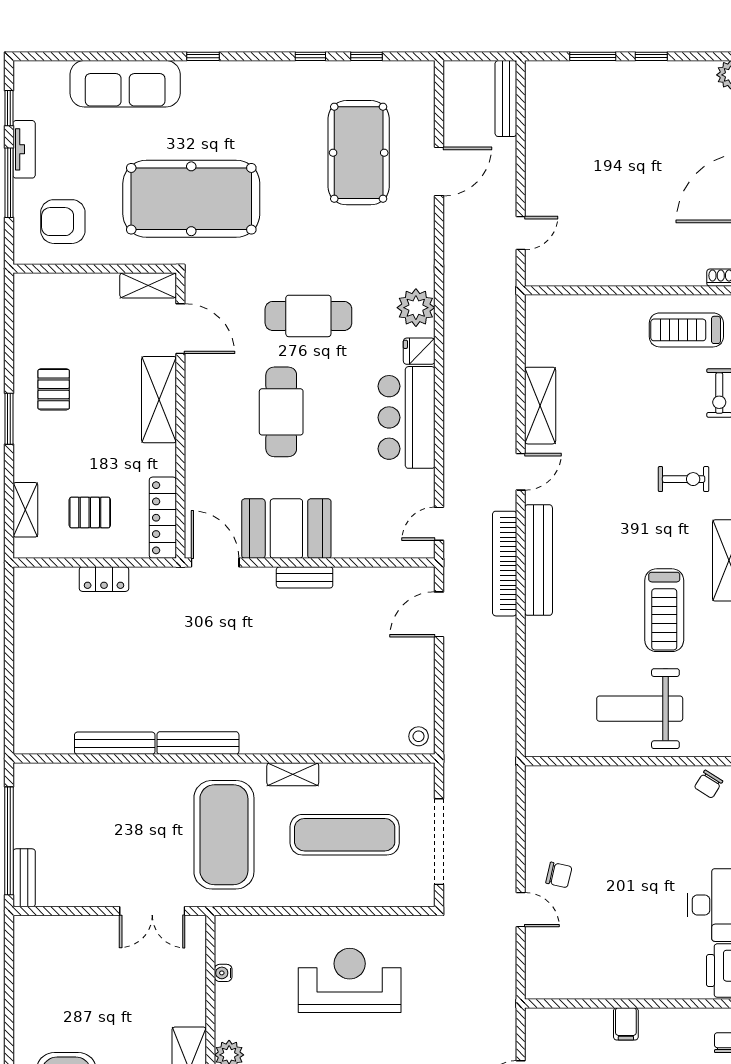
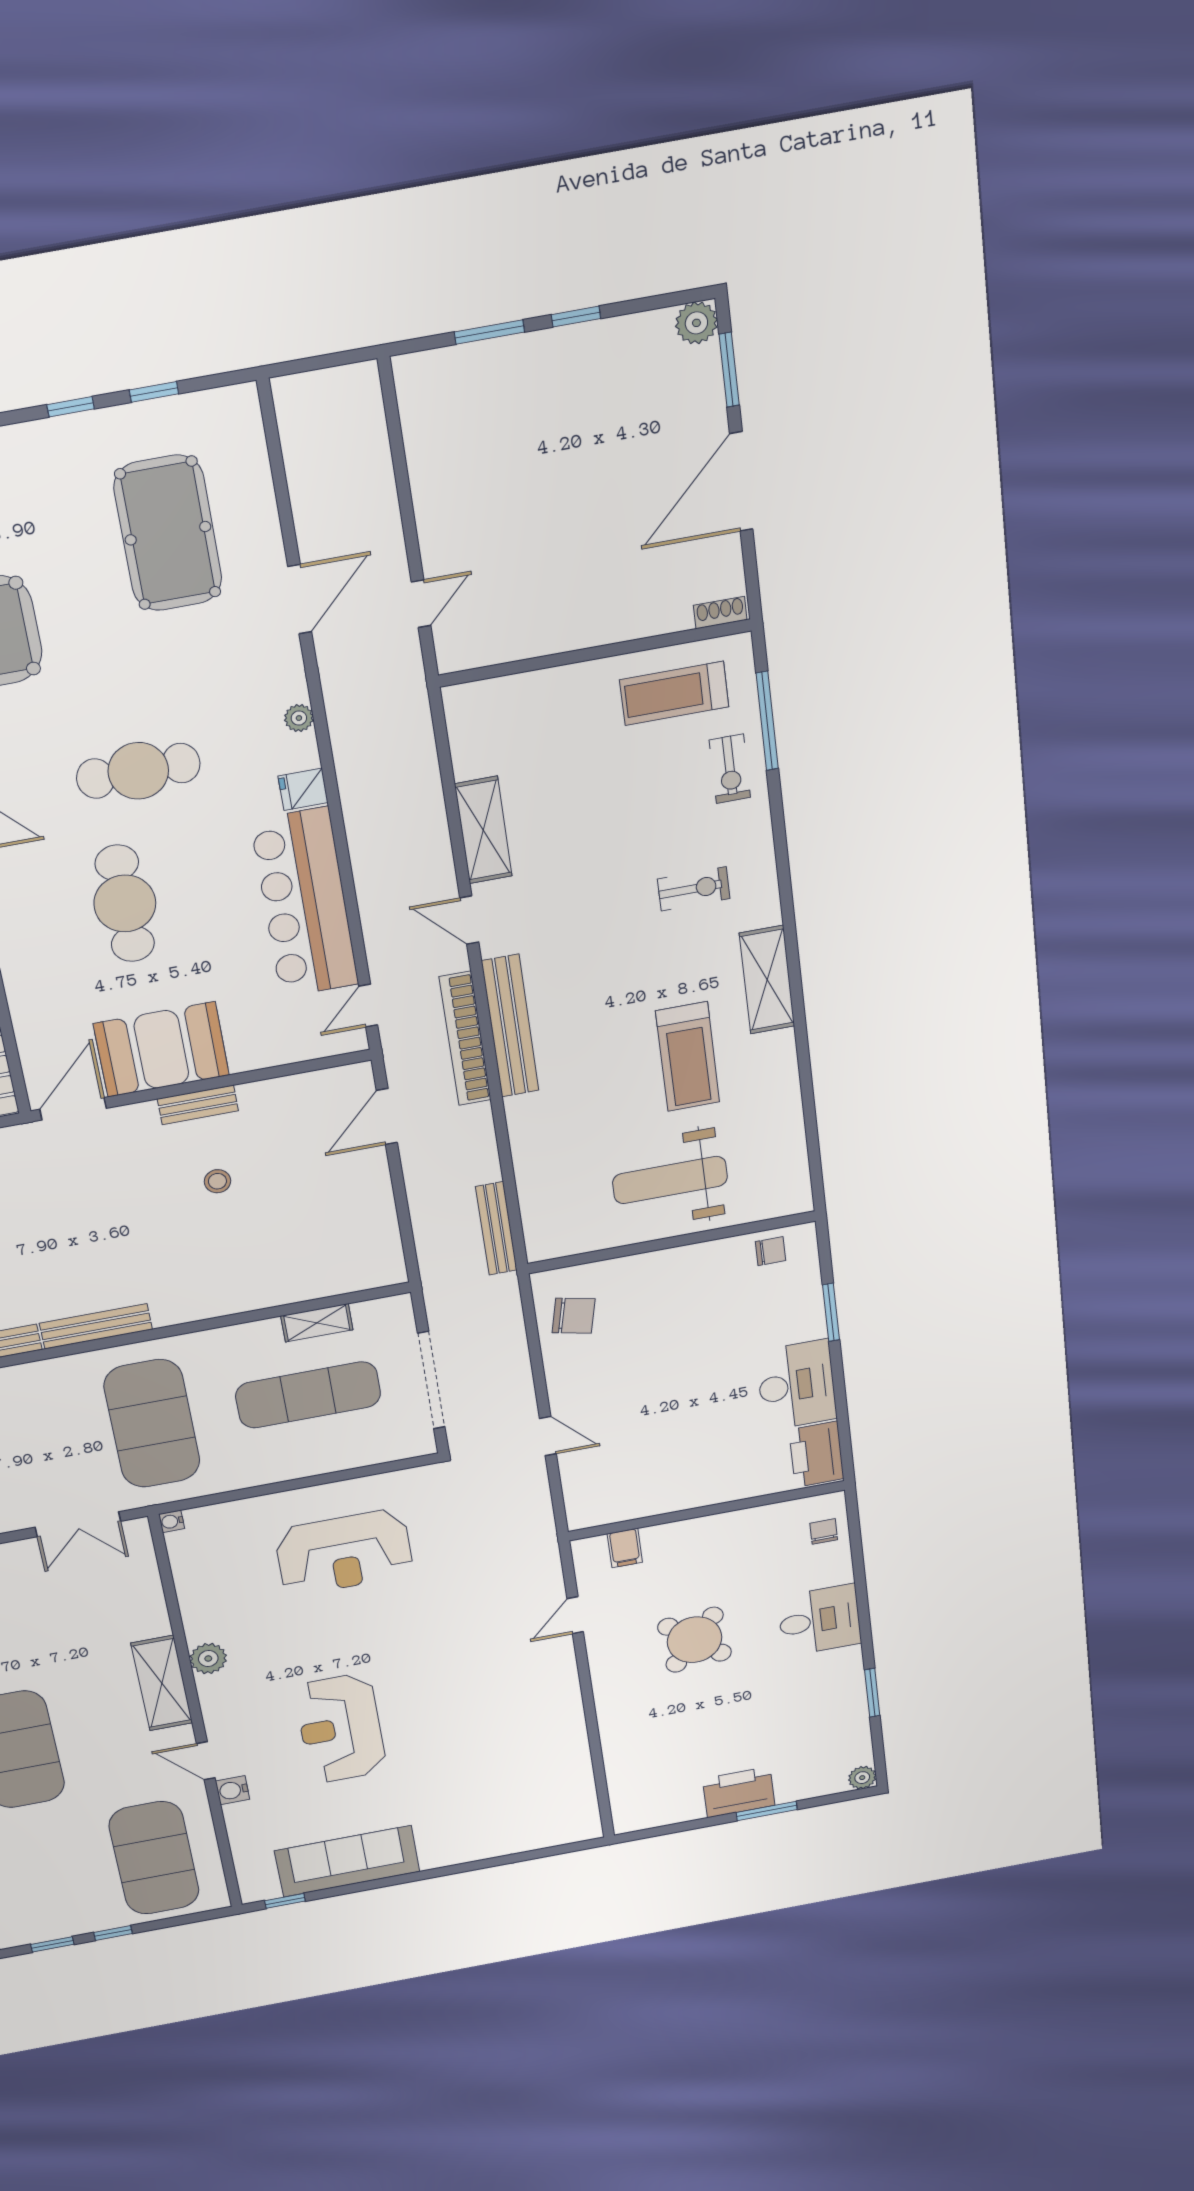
bench: (506, 99) -> (496, 1228), moved
door: (439, 172) -> (300, 599), moved
plant: (416, 308) -> (299, 718), width x0.53, depth x0.53
bar counter: (407, 417) -> (305, 903), width x1.36
door: (521, 472) -> (469, 920), swing flipped
door: (215, 563) -> (73, 1109), hinge flipped
stool: (419, 736) -> (217, 1181), moved
shelving: (293, 774) -> (317, 1323), moved
chair: (708, 784) -> (771, 1251), turned -122
chair: (559, 875) -> (573, 1316), moved, width x1.37, depth x1.37
water cooler: (223, 973) -> (172, 1521), moved
reception desk: (350, 980) -> (344, 1552), turned 180
filing cabinet: (626, 1024) -> (625, 1548), moved

